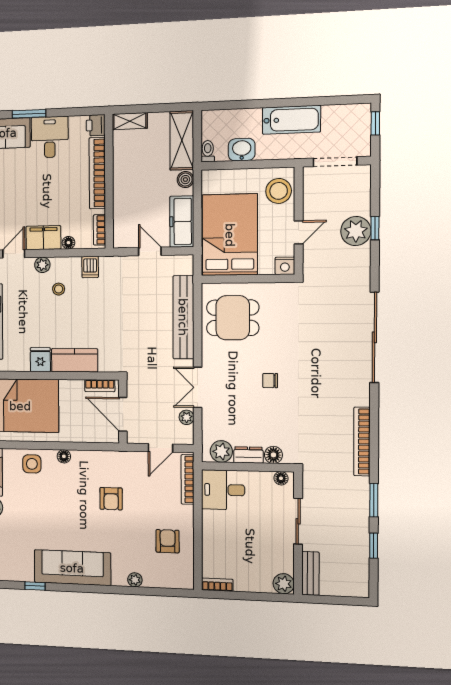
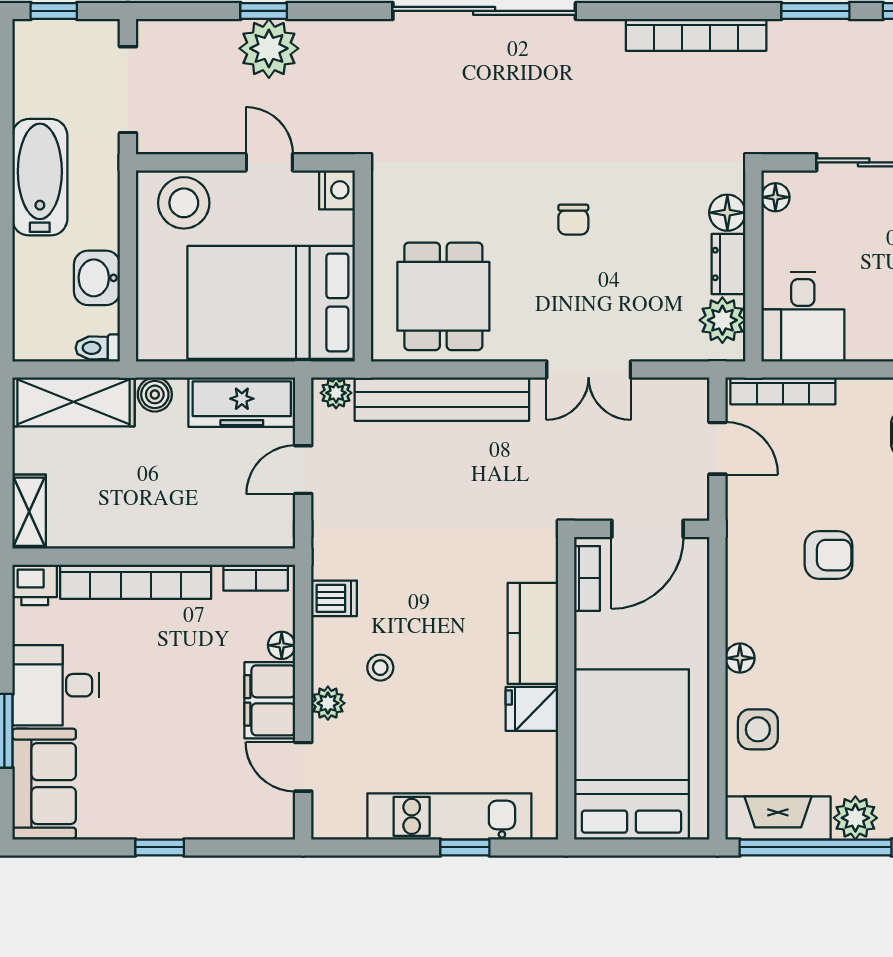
plant: (187, 417) -> (336, 393), moved

